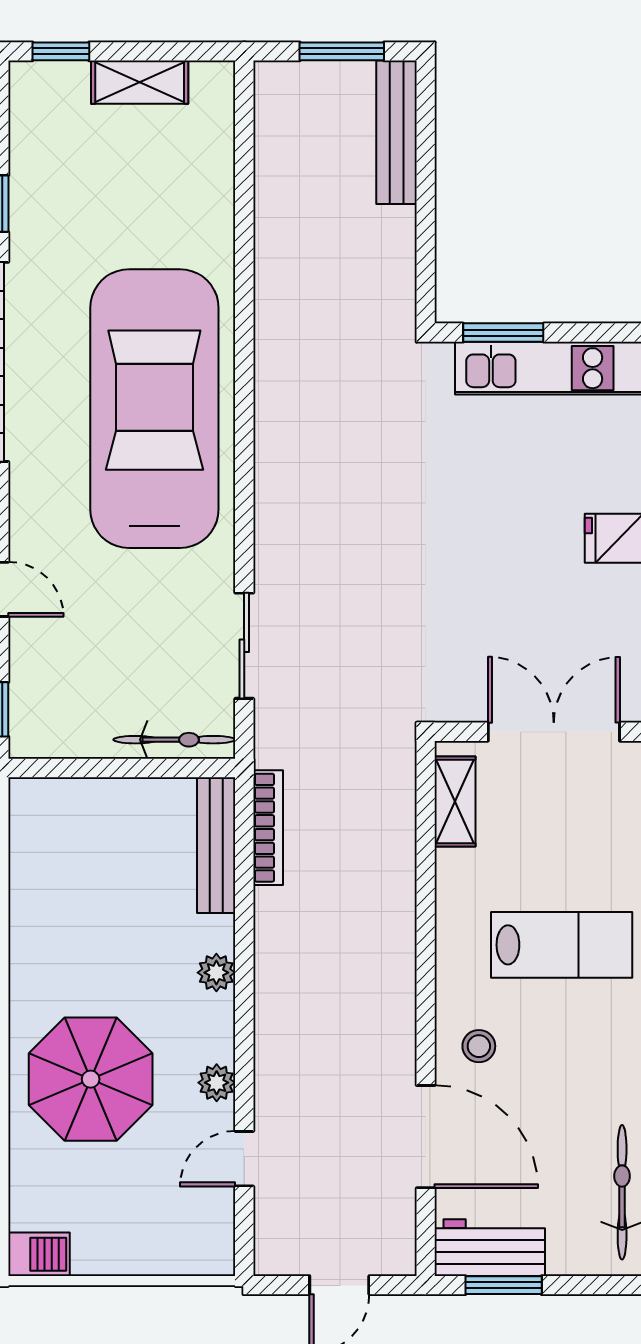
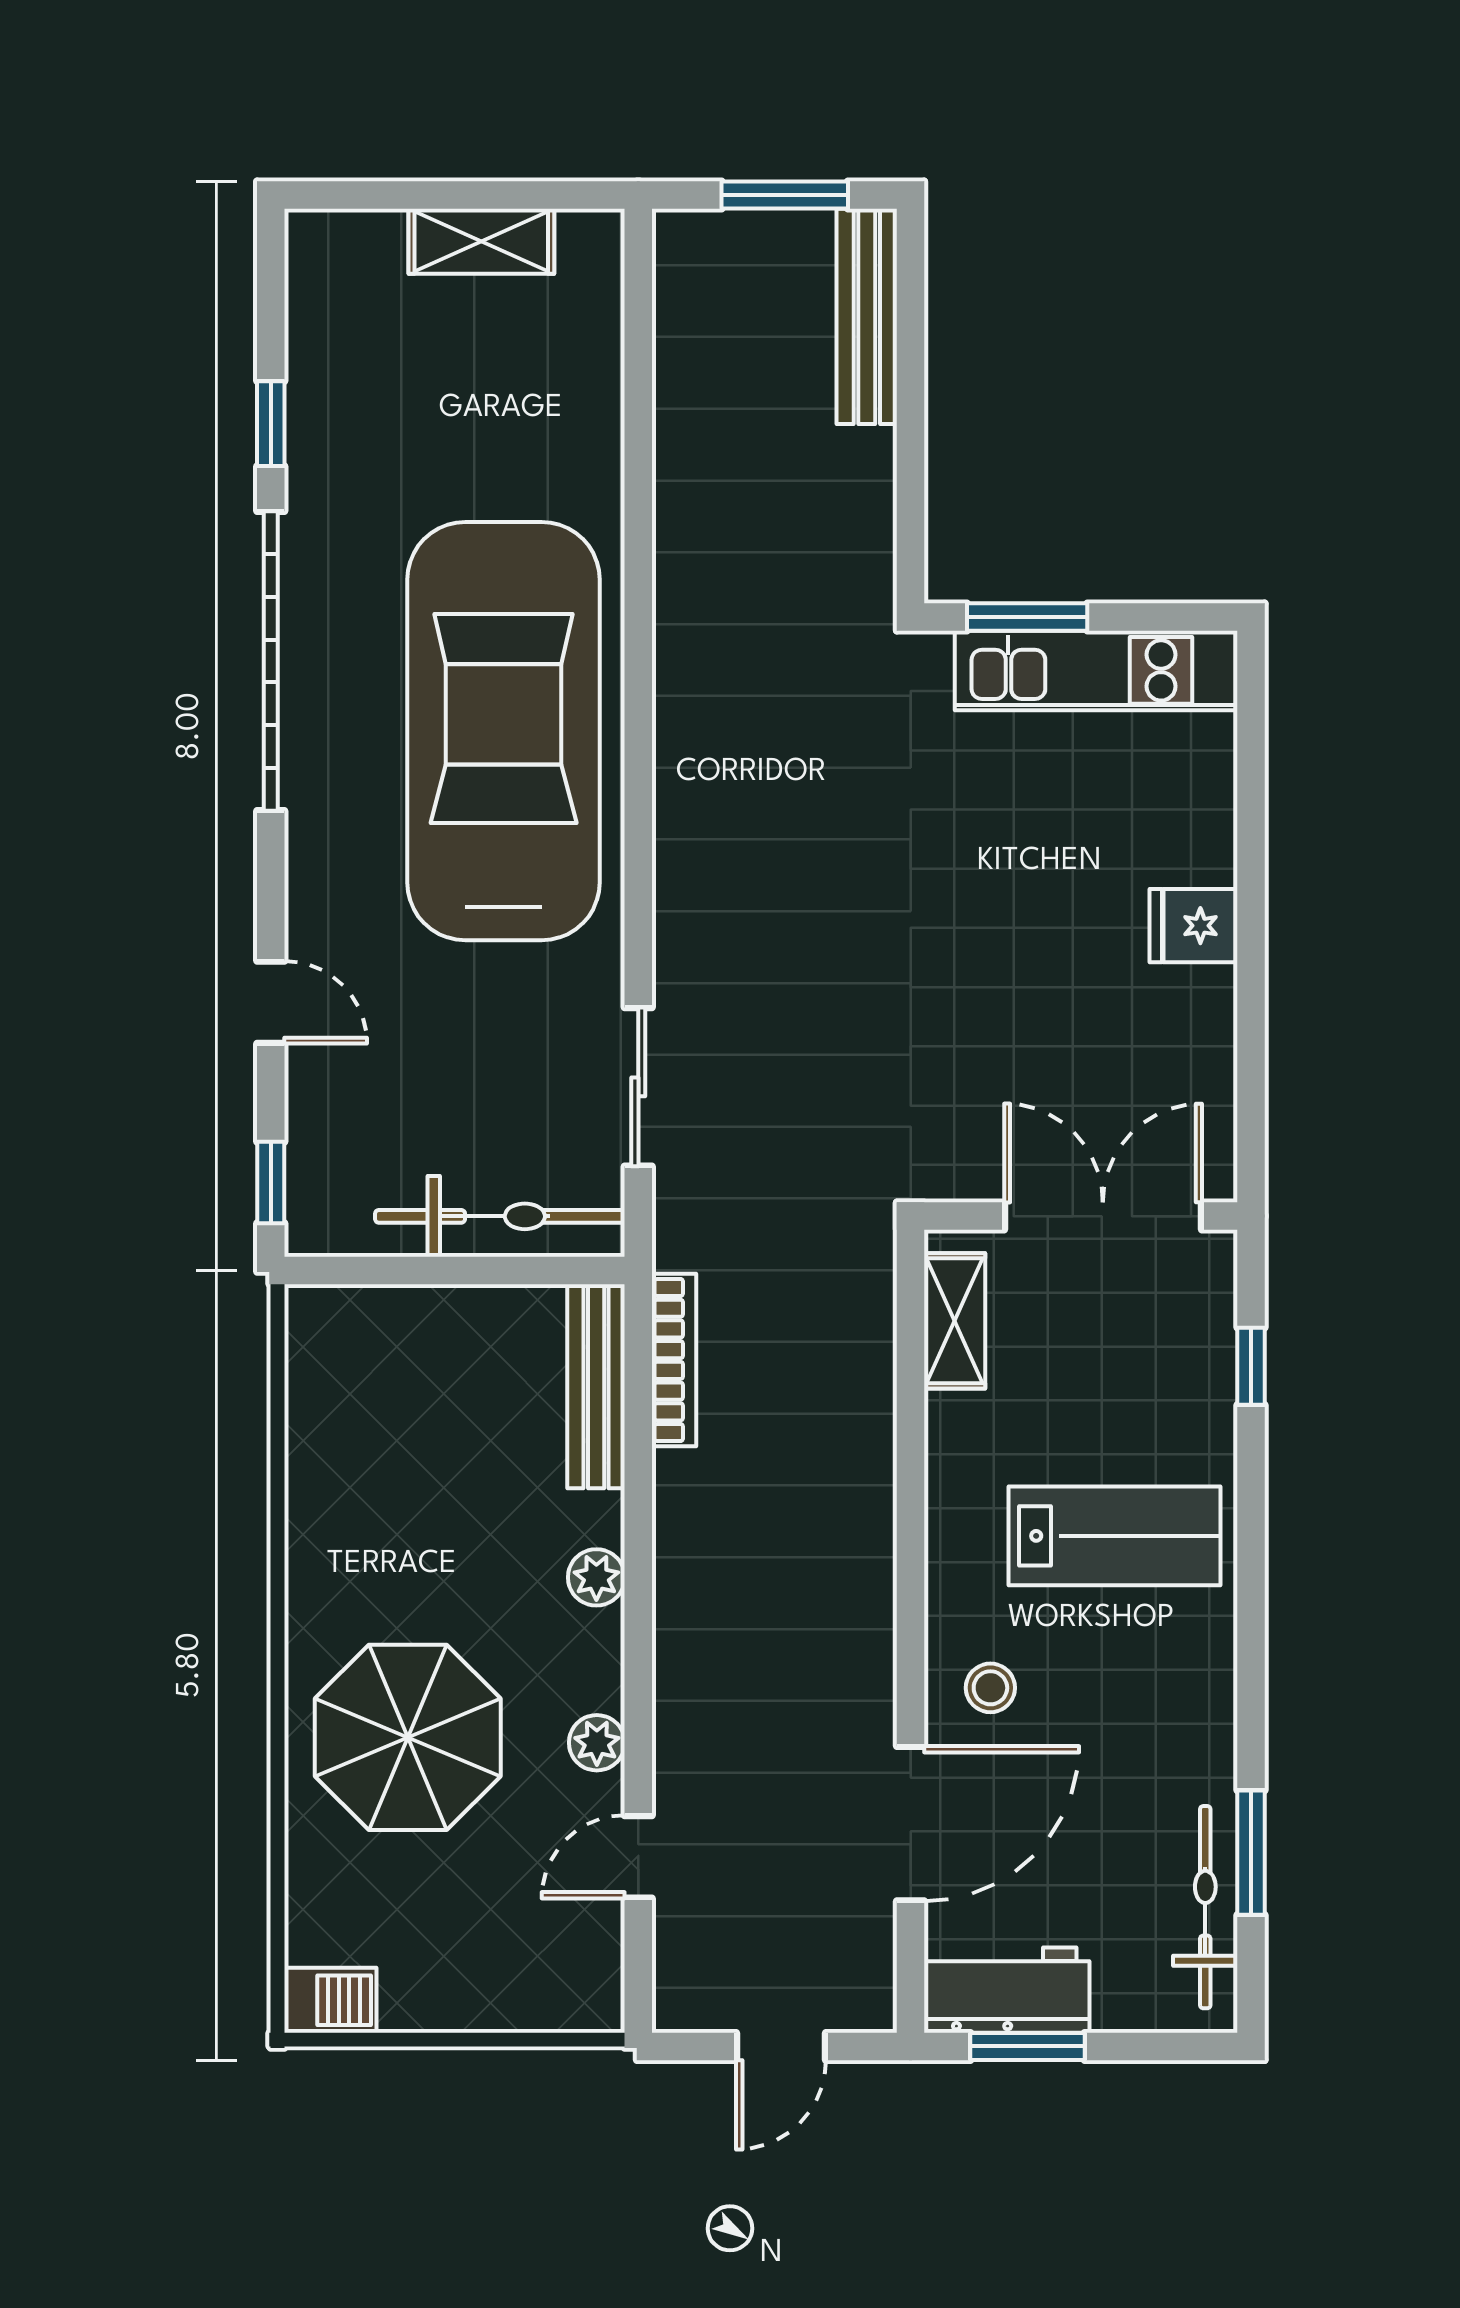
window: (61, 51) -> (363, 195), removed
bicycle: (174, 740) -> (500, 1216), width x1.37, depth x1.40
door: (426, 1137) -> (911, 1824), hinge flipped

